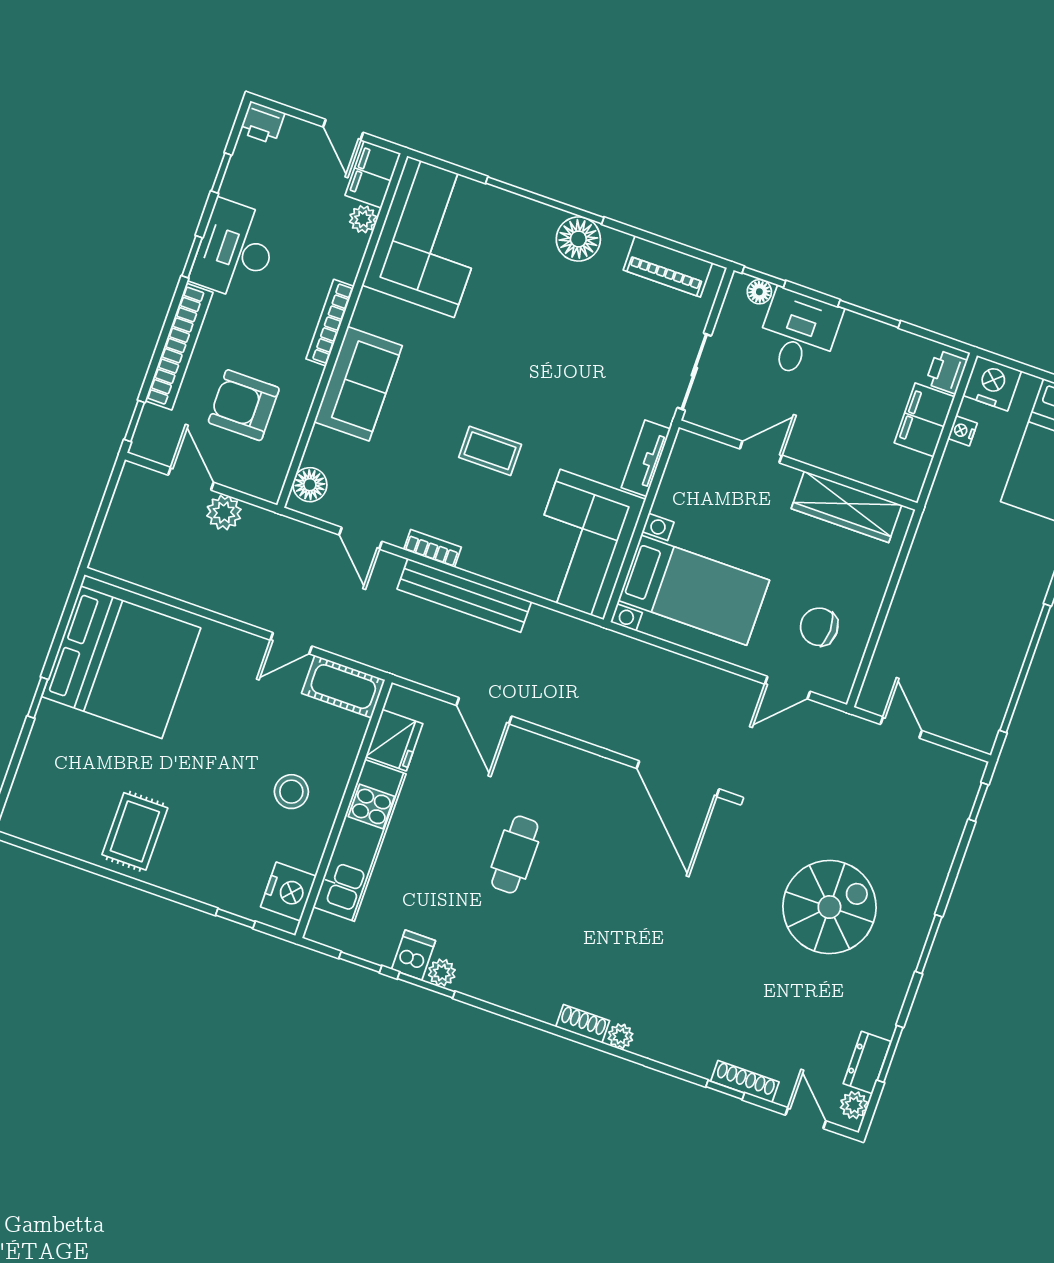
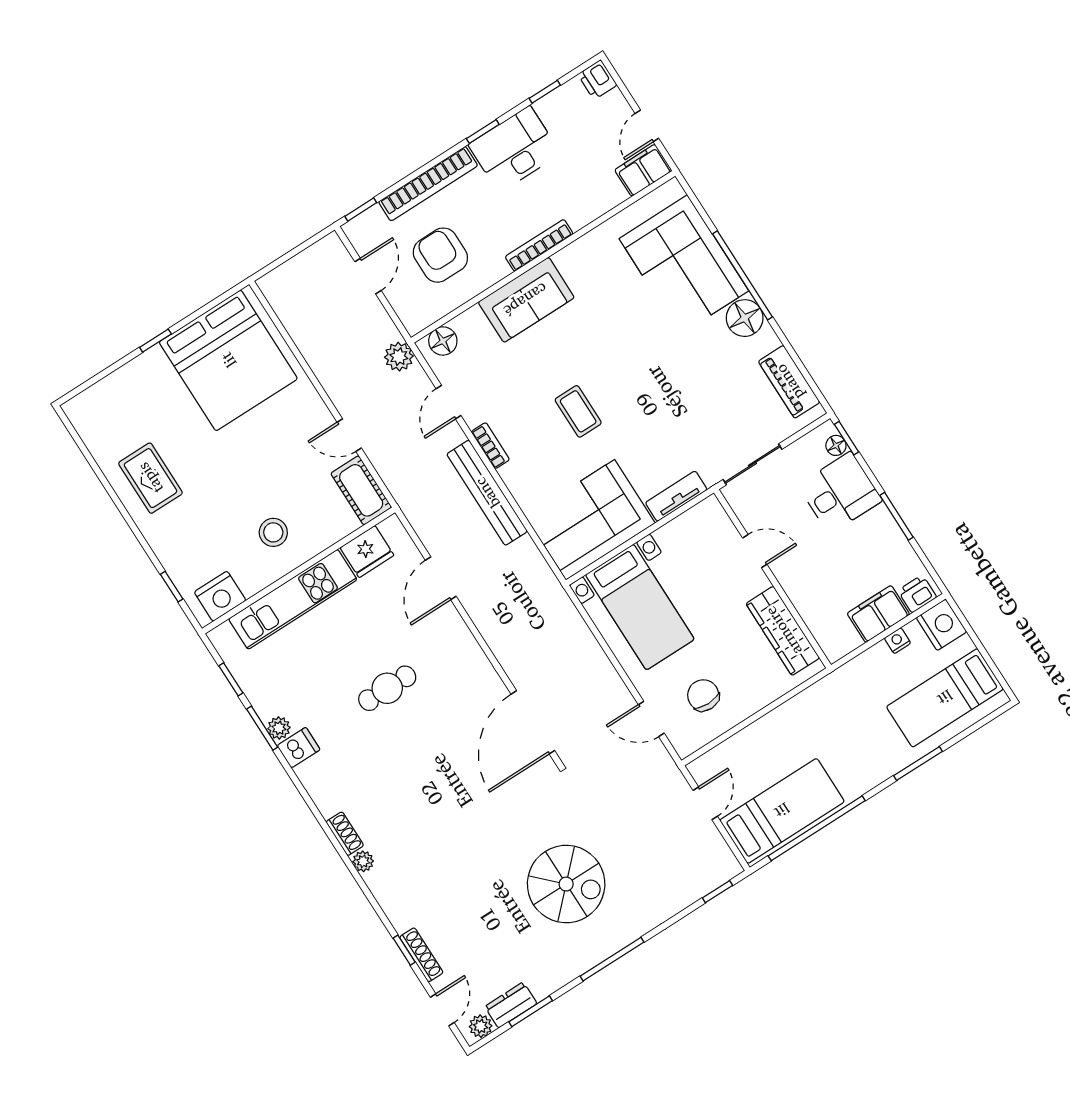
plant: (363, 219) -> (614, 195), removed
corner sofa: (431, 237) -> (684, 265), moved, turned 90
plant: (224, 513) -> (399, 357), moved
bed: (980, 678) -> (782, 811), added
rug: (135, 831) -> (150, 478), turned 90
window: (929, 944) -> (612, 959), width x1.44
dishwasher: (413, 955) -> (299, 748), moved

